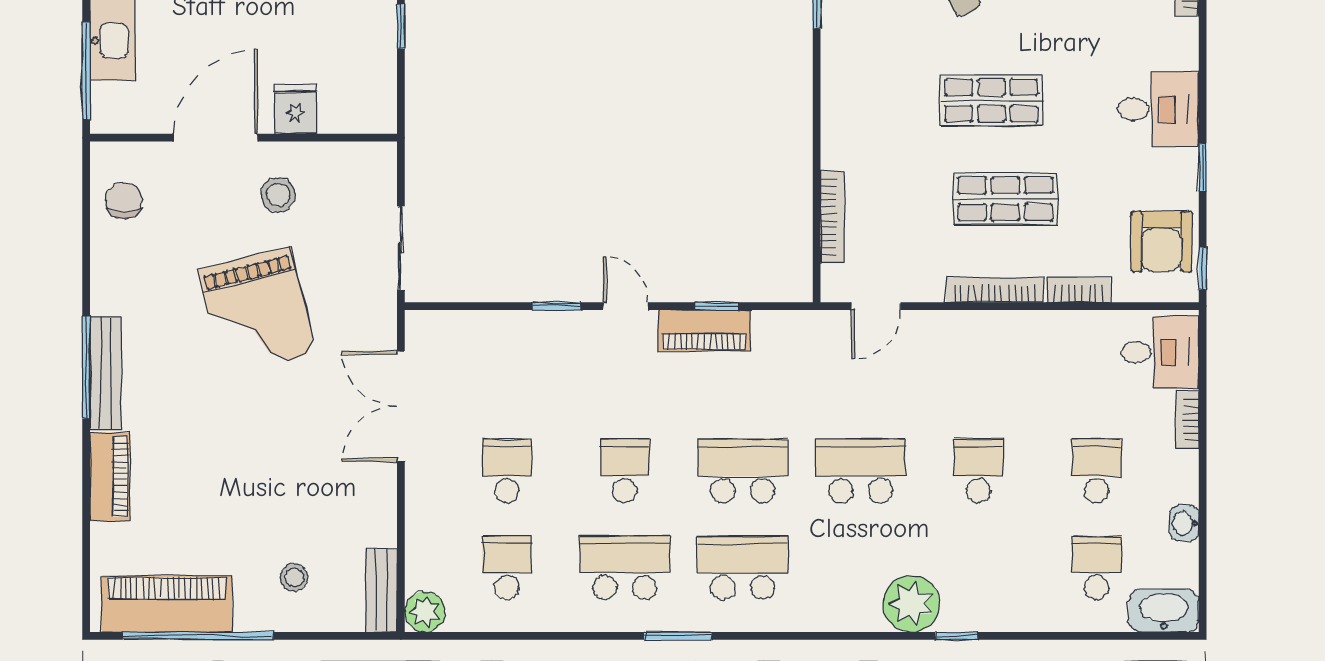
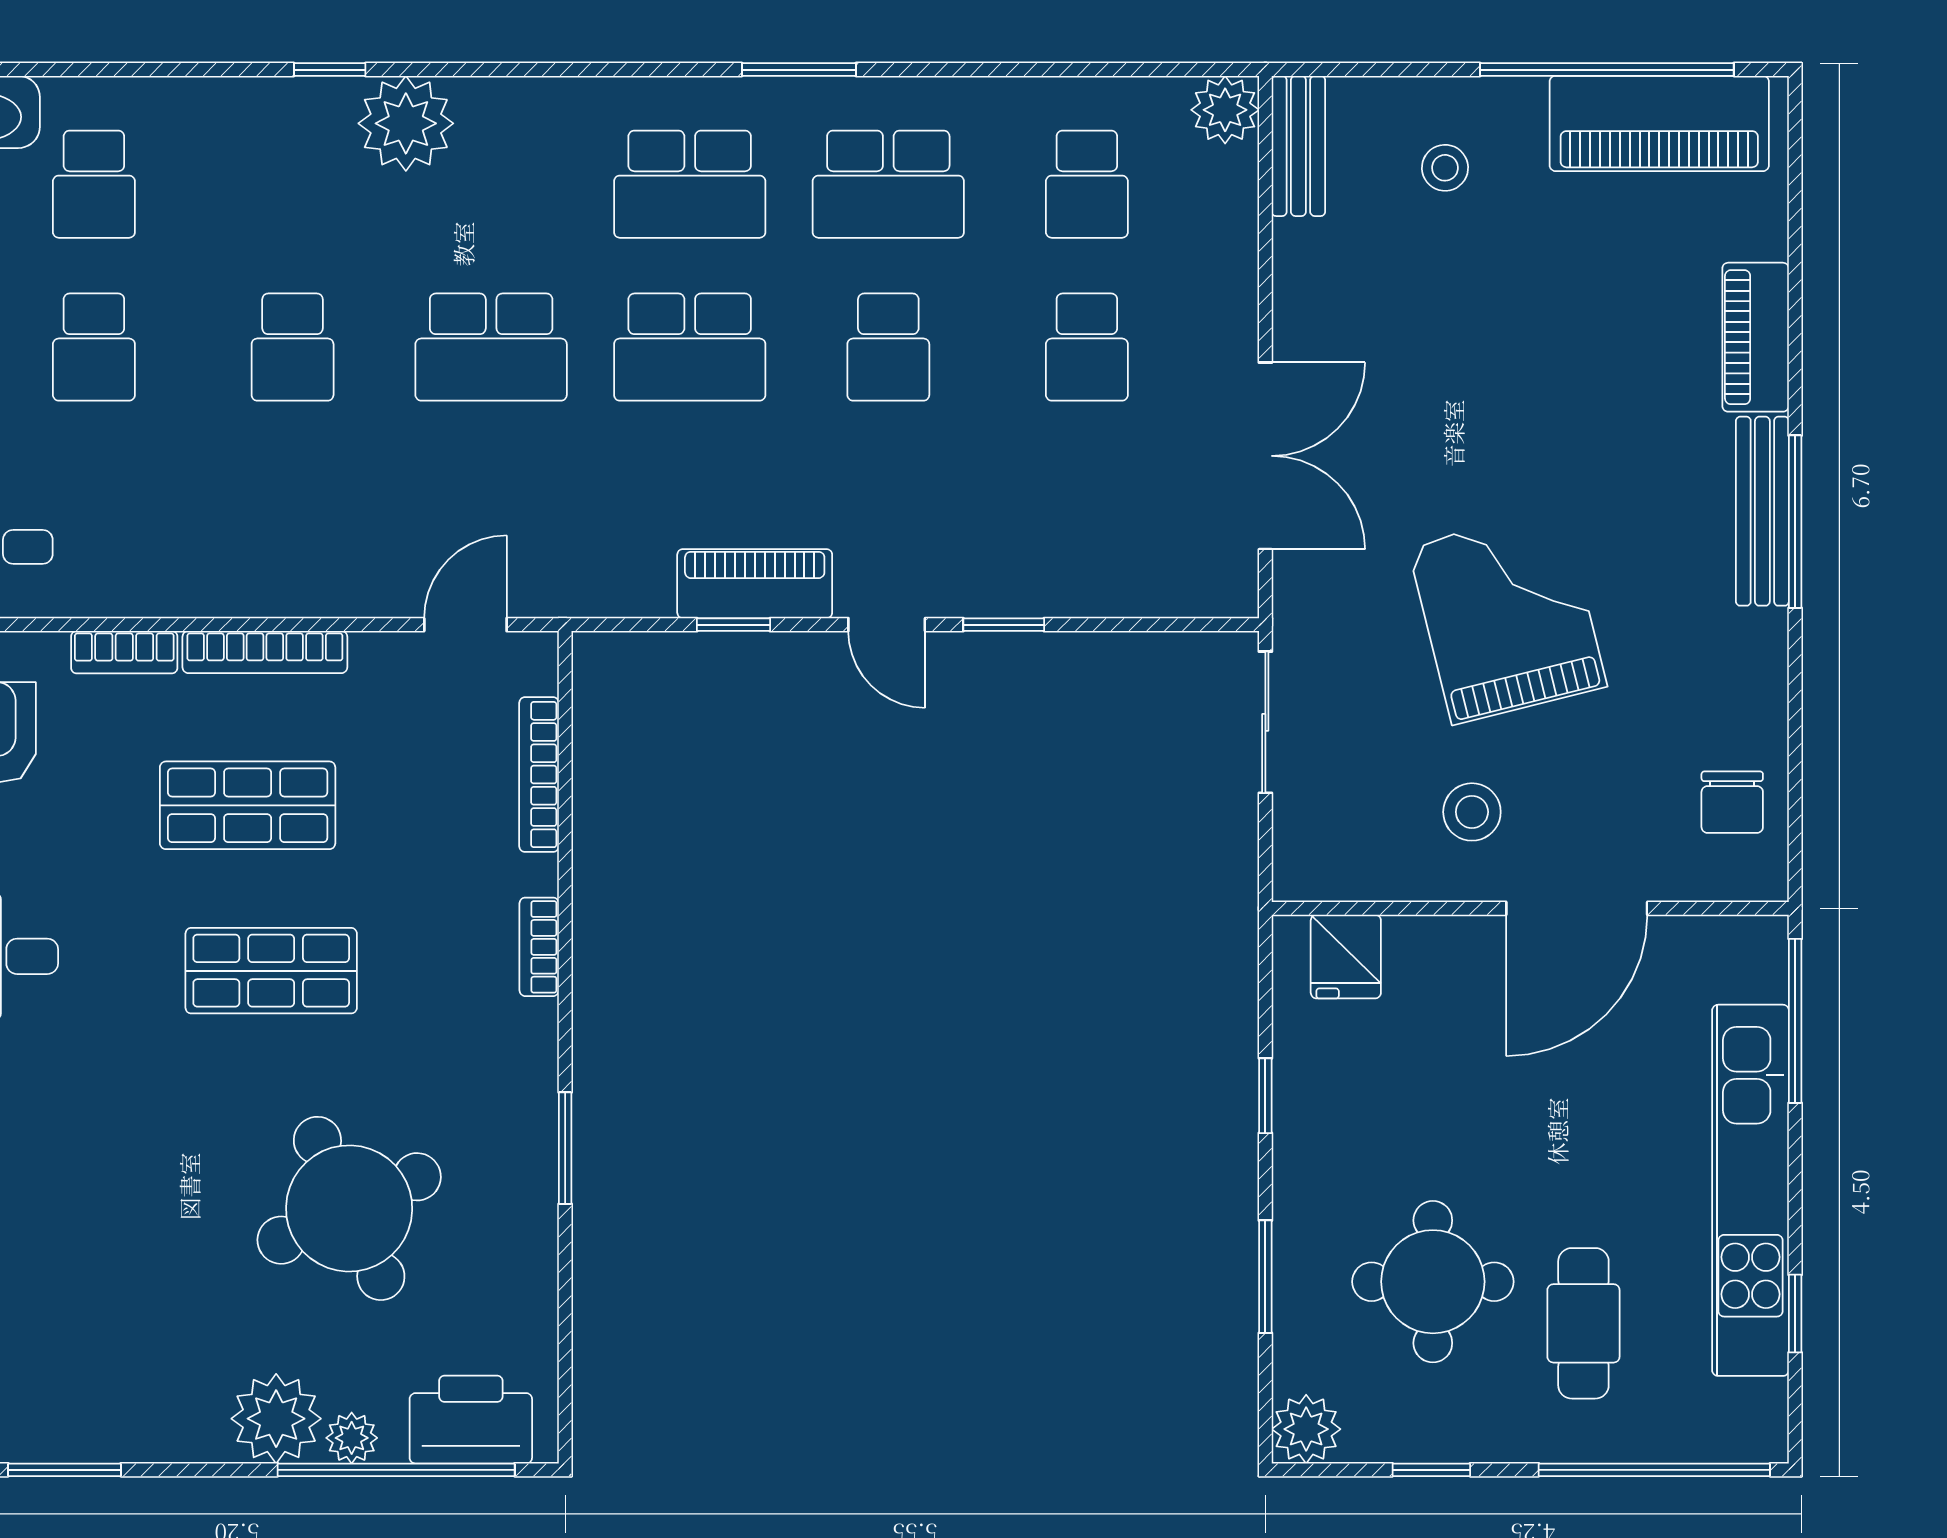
fridge: (295, 109) -> (1346, 957), moved
bookcase: (832, 115) -> (539, 947), added

